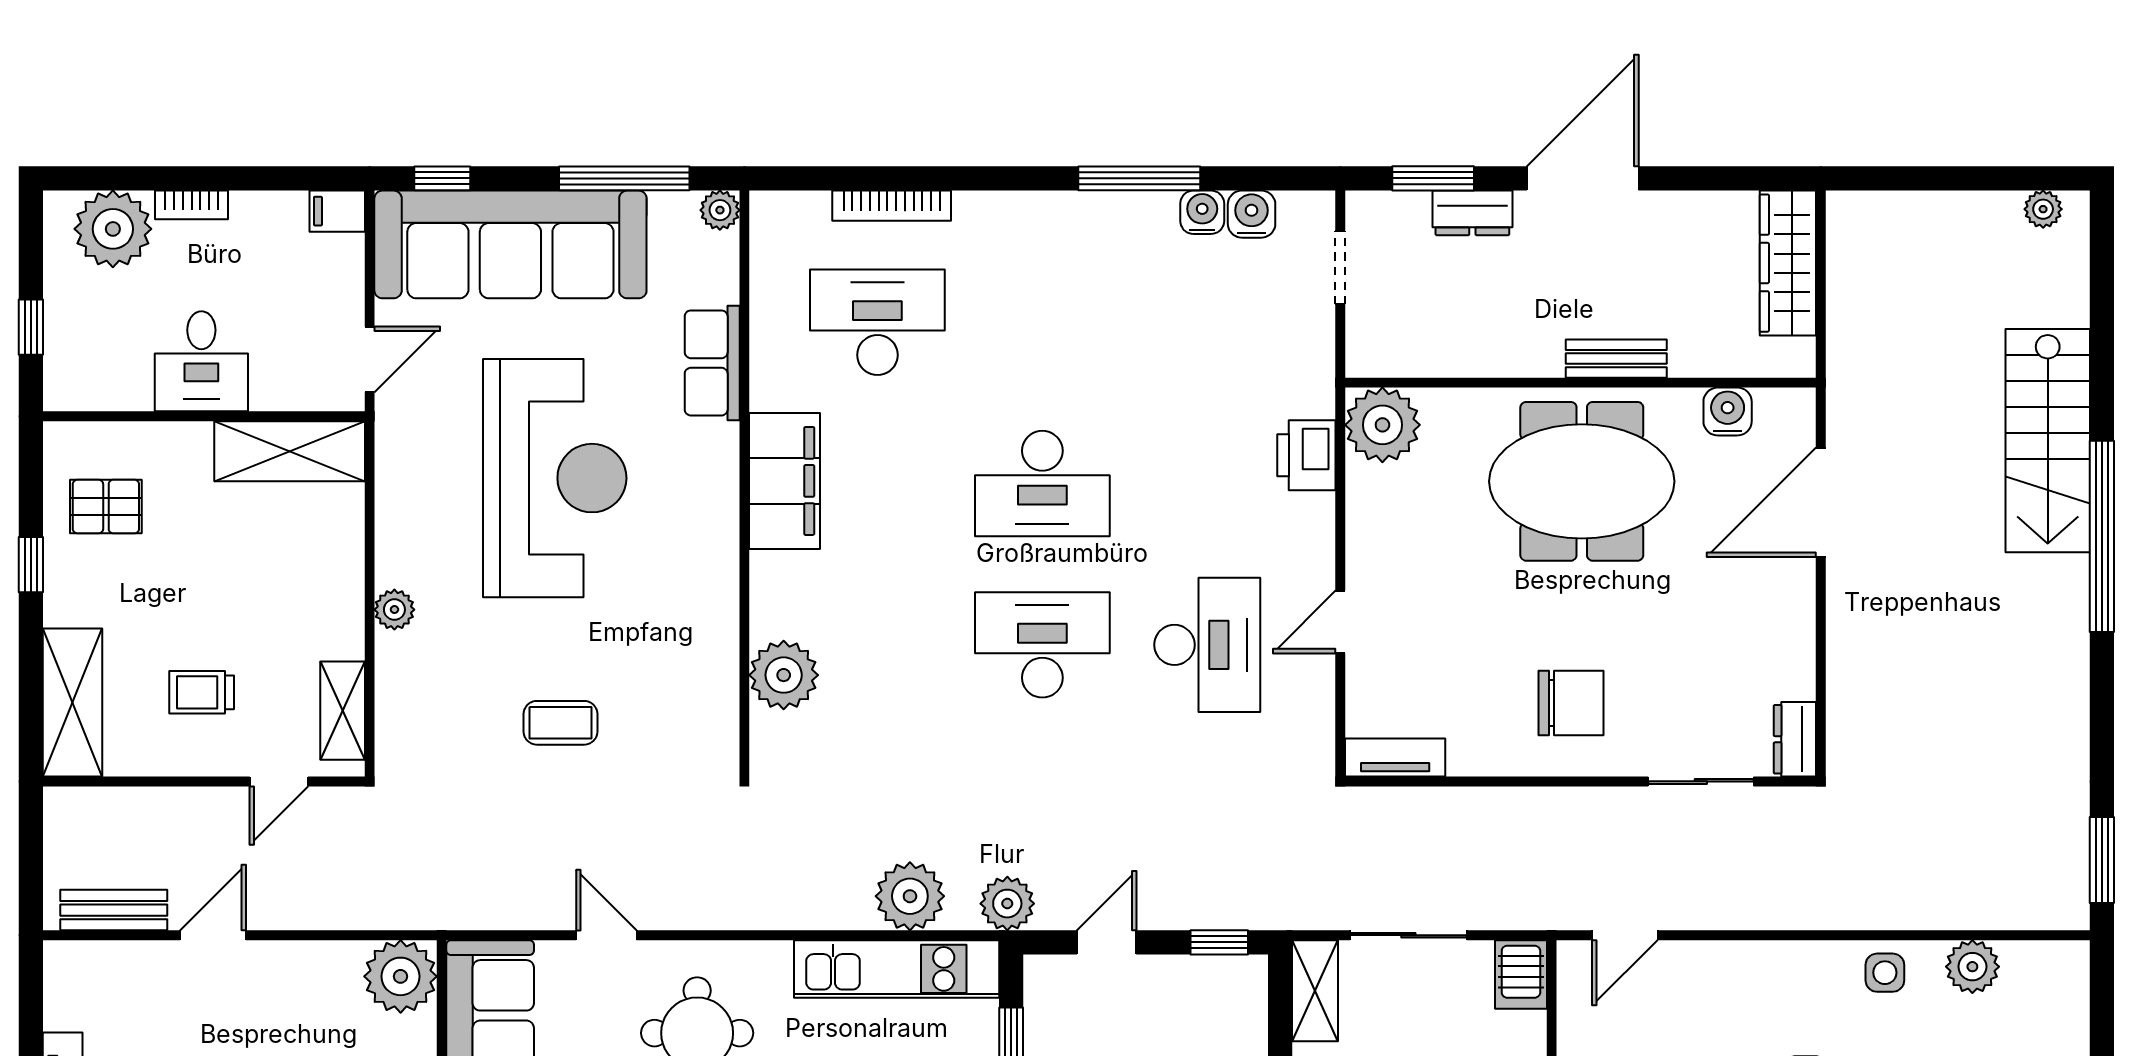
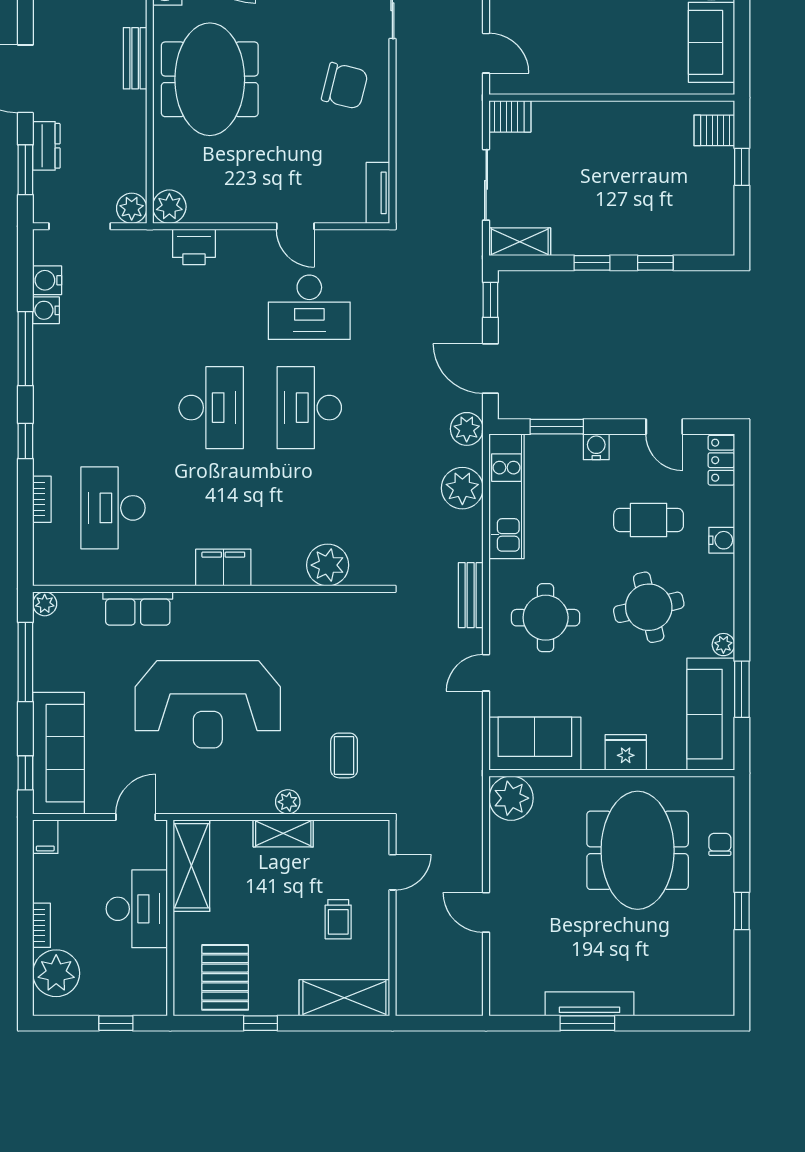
window: (987, 178) -> (25, 441), added
bookcase: (892, 206) -> (42, 499), width x0.64
sofa: (510, 244) -> (59, 753), width x0.74, depth x0.79
doorway: (1340, 267) -> (80, 226), width x1.38
plant: (1370, 353) -> (132, 208), added
door: (370, 359) -> (136, 817), hinge flipped
desk: (201, 361) -> (137, 909), width x1.37
plant: (1382, 425) -> (169, 207), width x0.73, depth x0.73
reception desk: (555, 478) -> (208, 704), turned 180
filing cabinet: (785, 481) -> (223, 568), width x0.67, depth x0.86
pallet: (106, 507) -> (225, 977), width x1.50, depth x1.42
desk: (1207, 645) -> (309, 307), turned 180
chair: (1571, 703) -> (345, 86), turned 104
shelving: (343, 711) -> (283, 833), moved
coffee table: (560, 723) -> (344, 755), moved
door: (279, 781) -> (392, 872), hinge flipped
bench: (114, 910) -> (471, 595), moved
door: (1107, 942) -> (490, 368), width x1.38

